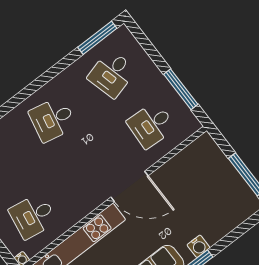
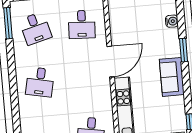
water cooler: (198, 246) -> (172, 21), moved

